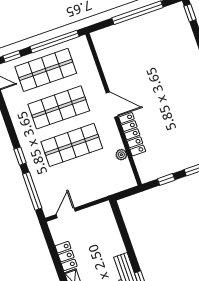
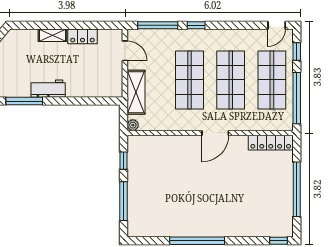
locker: (132, 134) -> (271, 143), moved
plant: (121, 155) -> (133, 125), moved
shelving: (100, 190) -> (136, 92), added

